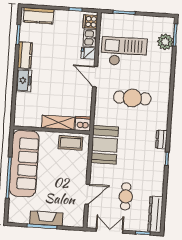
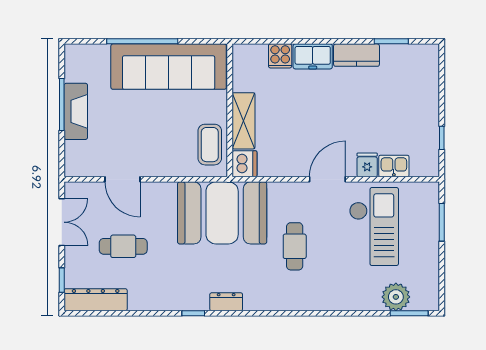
kitchen counter: (39, 16) -> (427, 75), removed
cooker: (90, 22) -> (280, 56), moved, turned 180
cafe table: (132, 98) -> (295, 246), width x0.73, depth x0.74
booth: (105, 145) -> (222, 213), width x1.36, depth x1.42

